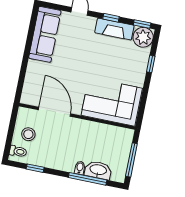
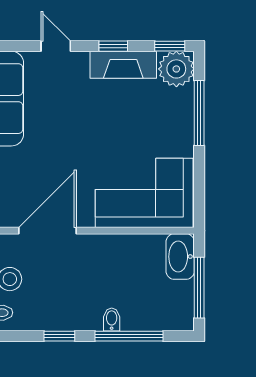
window: (151, 64) -> (199, 113), width x2.17
door: (54, 112) -> (48, 231), hinge flipped
window: (35, 168) -> (59, 336), moved
washbasin: (98, 170) -> (180, 257), moved, turned -90

